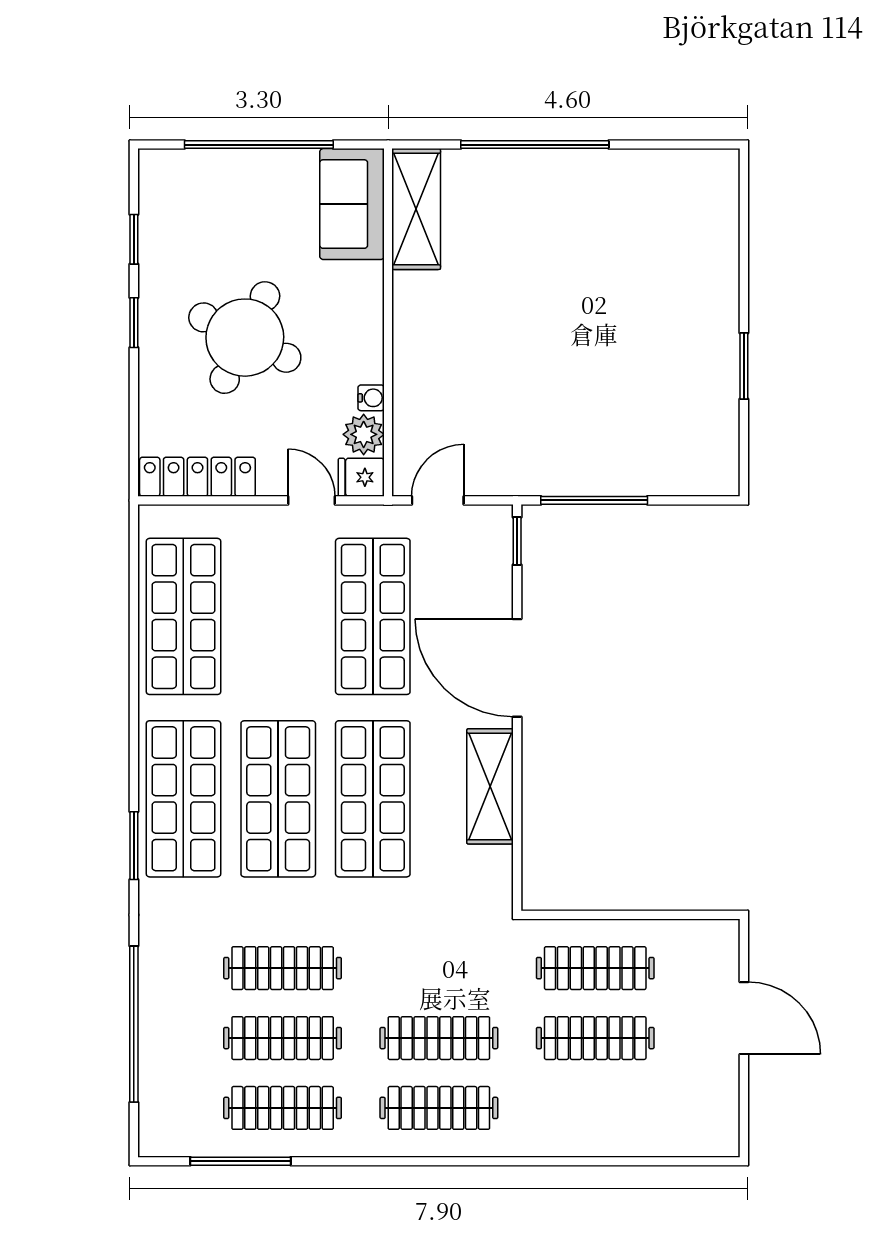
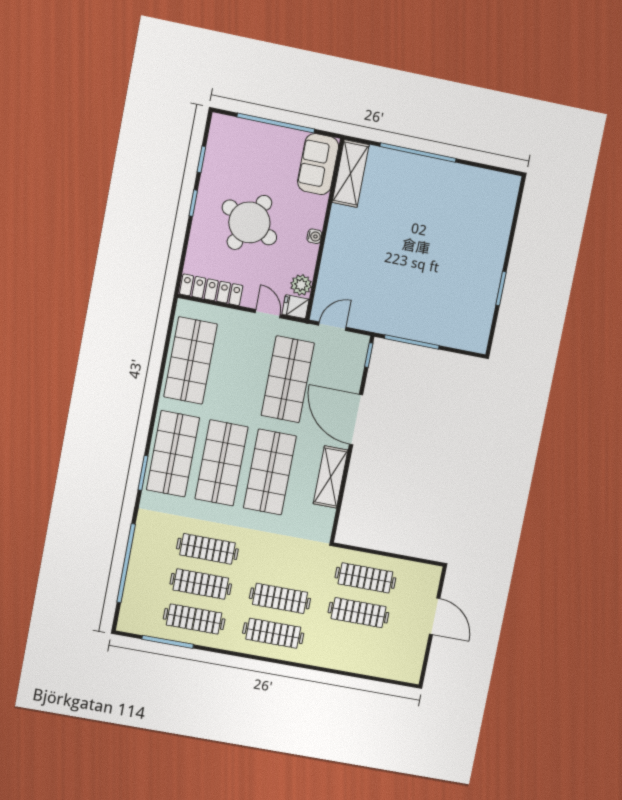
water cooler: (371, 398) -> (314, 236), moved

